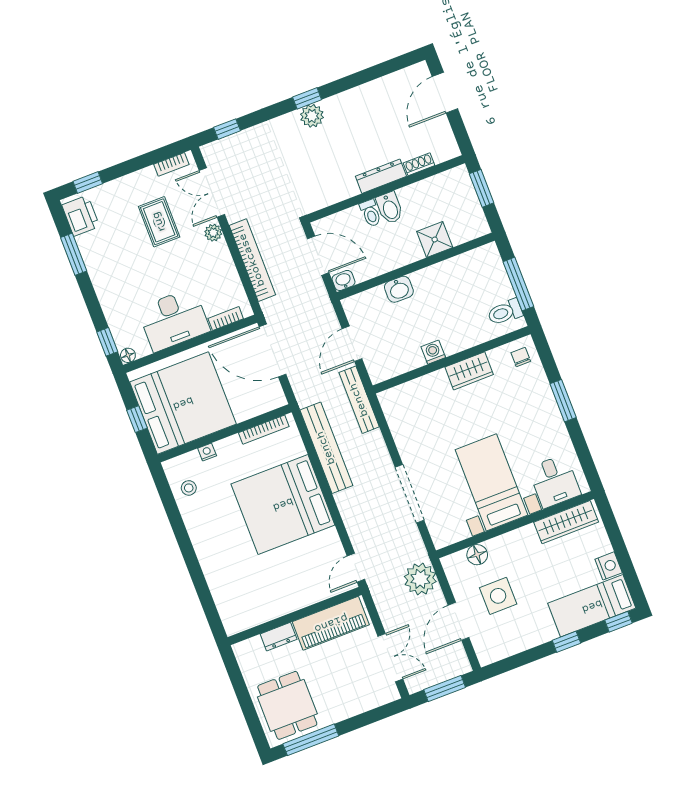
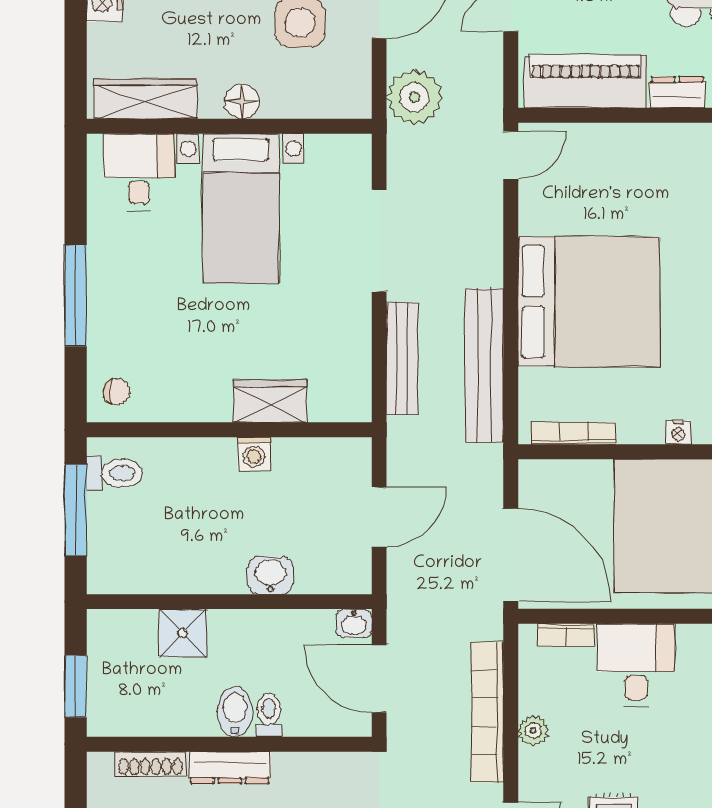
shoe rack: (419, 164) -> (151, 763), width x1.43
plant: (213, 233) -> (533, 731), moved
desk: (174, 320) -> (636, 665), width x0.73
chair: (521, 357) -> (117, 392), turned -90
wardrobe: (469, 371) -> (270, 401), moved
bench: (359, 400) -> (402, 358), moved
window: (563, 401) -> (76, 296), width x1.44
floor lamp: (477, 555) -> (242, 101), moved

